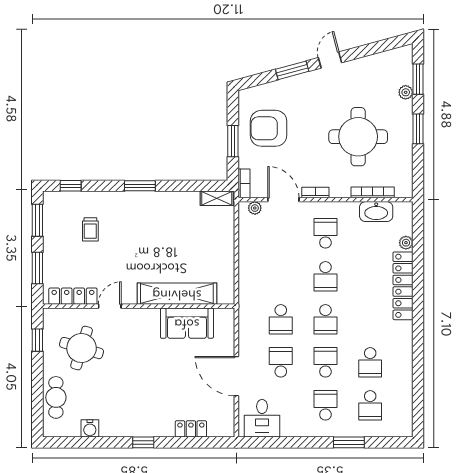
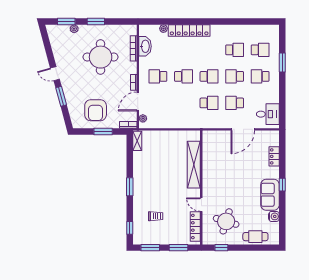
sofa: (187, 323) -> (270, 195), moved, turned 180

